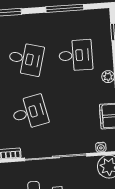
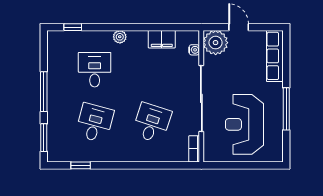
window: (65, 8) -> (44, 92), moved
desk: (30, 112) -> (152, 123), turned 30

